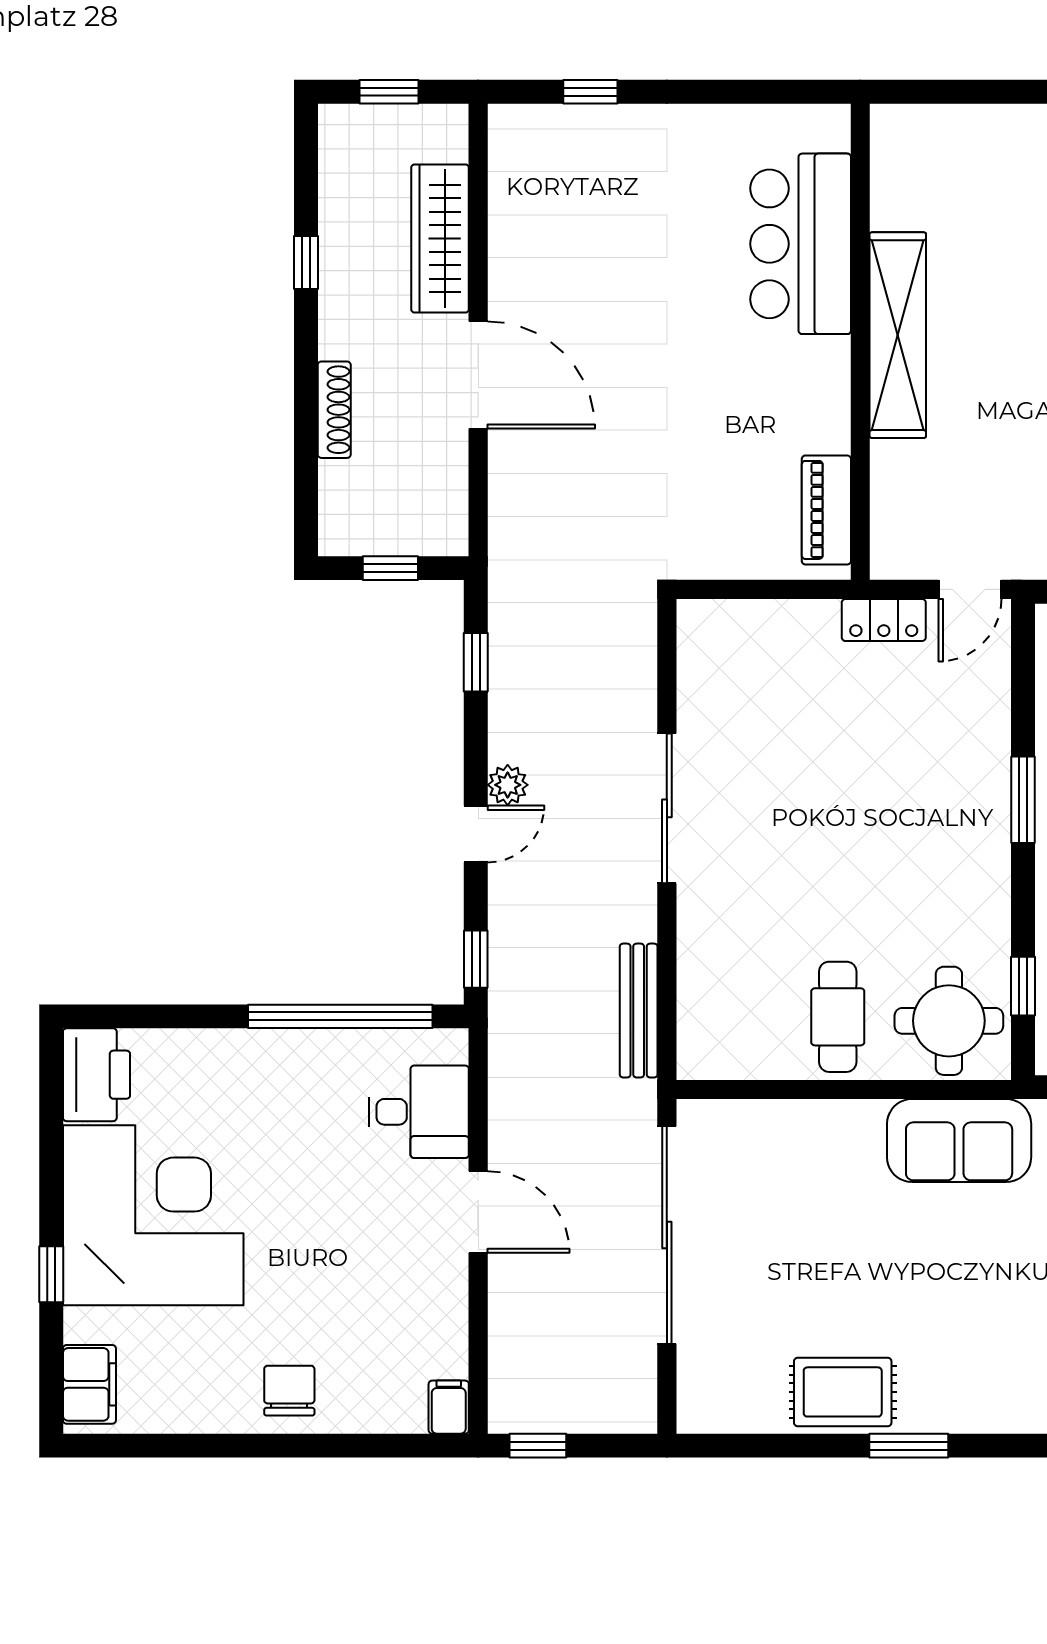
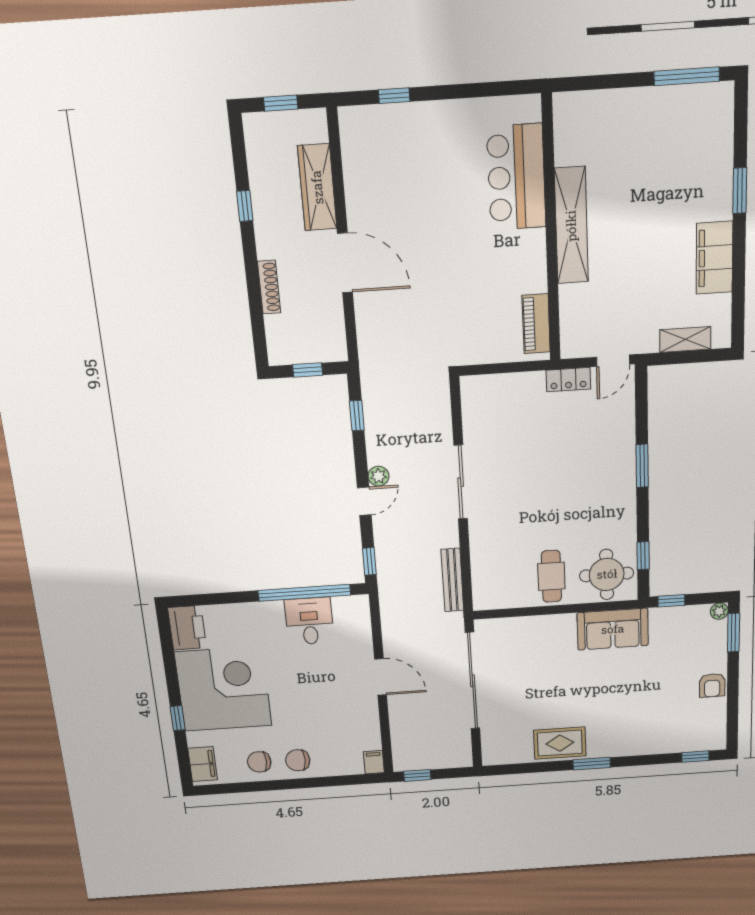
desk: (419, 1112) -> (309, 621), moved, turned -90
chair: (208, 1388) -> (259, 762), added
chair: (289, 1391) -> (298, 760), turned -90

